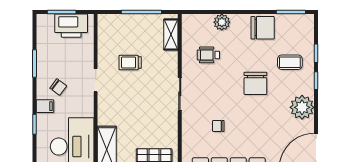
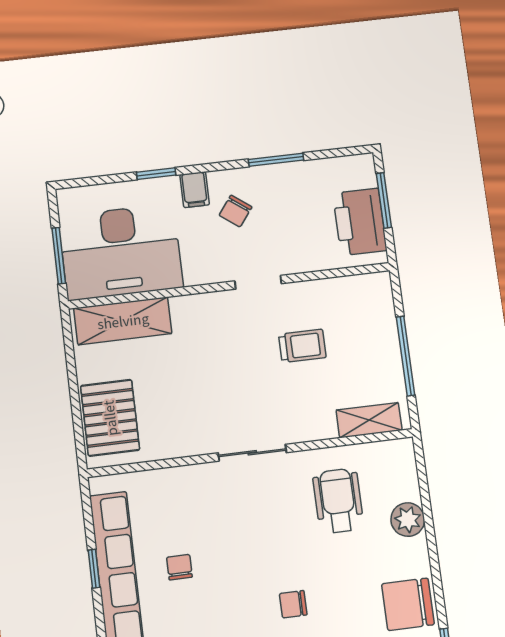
chair: (263, 28) -> (408, 604), turned 90
wheelchair: (208, 55) -> (338, 501), width x1.36, depth x1.37
trolley: (130, 62) -> (302, 346), turned 90
chair: (255, 83) -> (293, 604), width x0.54, depth x0.54
chair: (218, 126) -> (179, 567), moved

